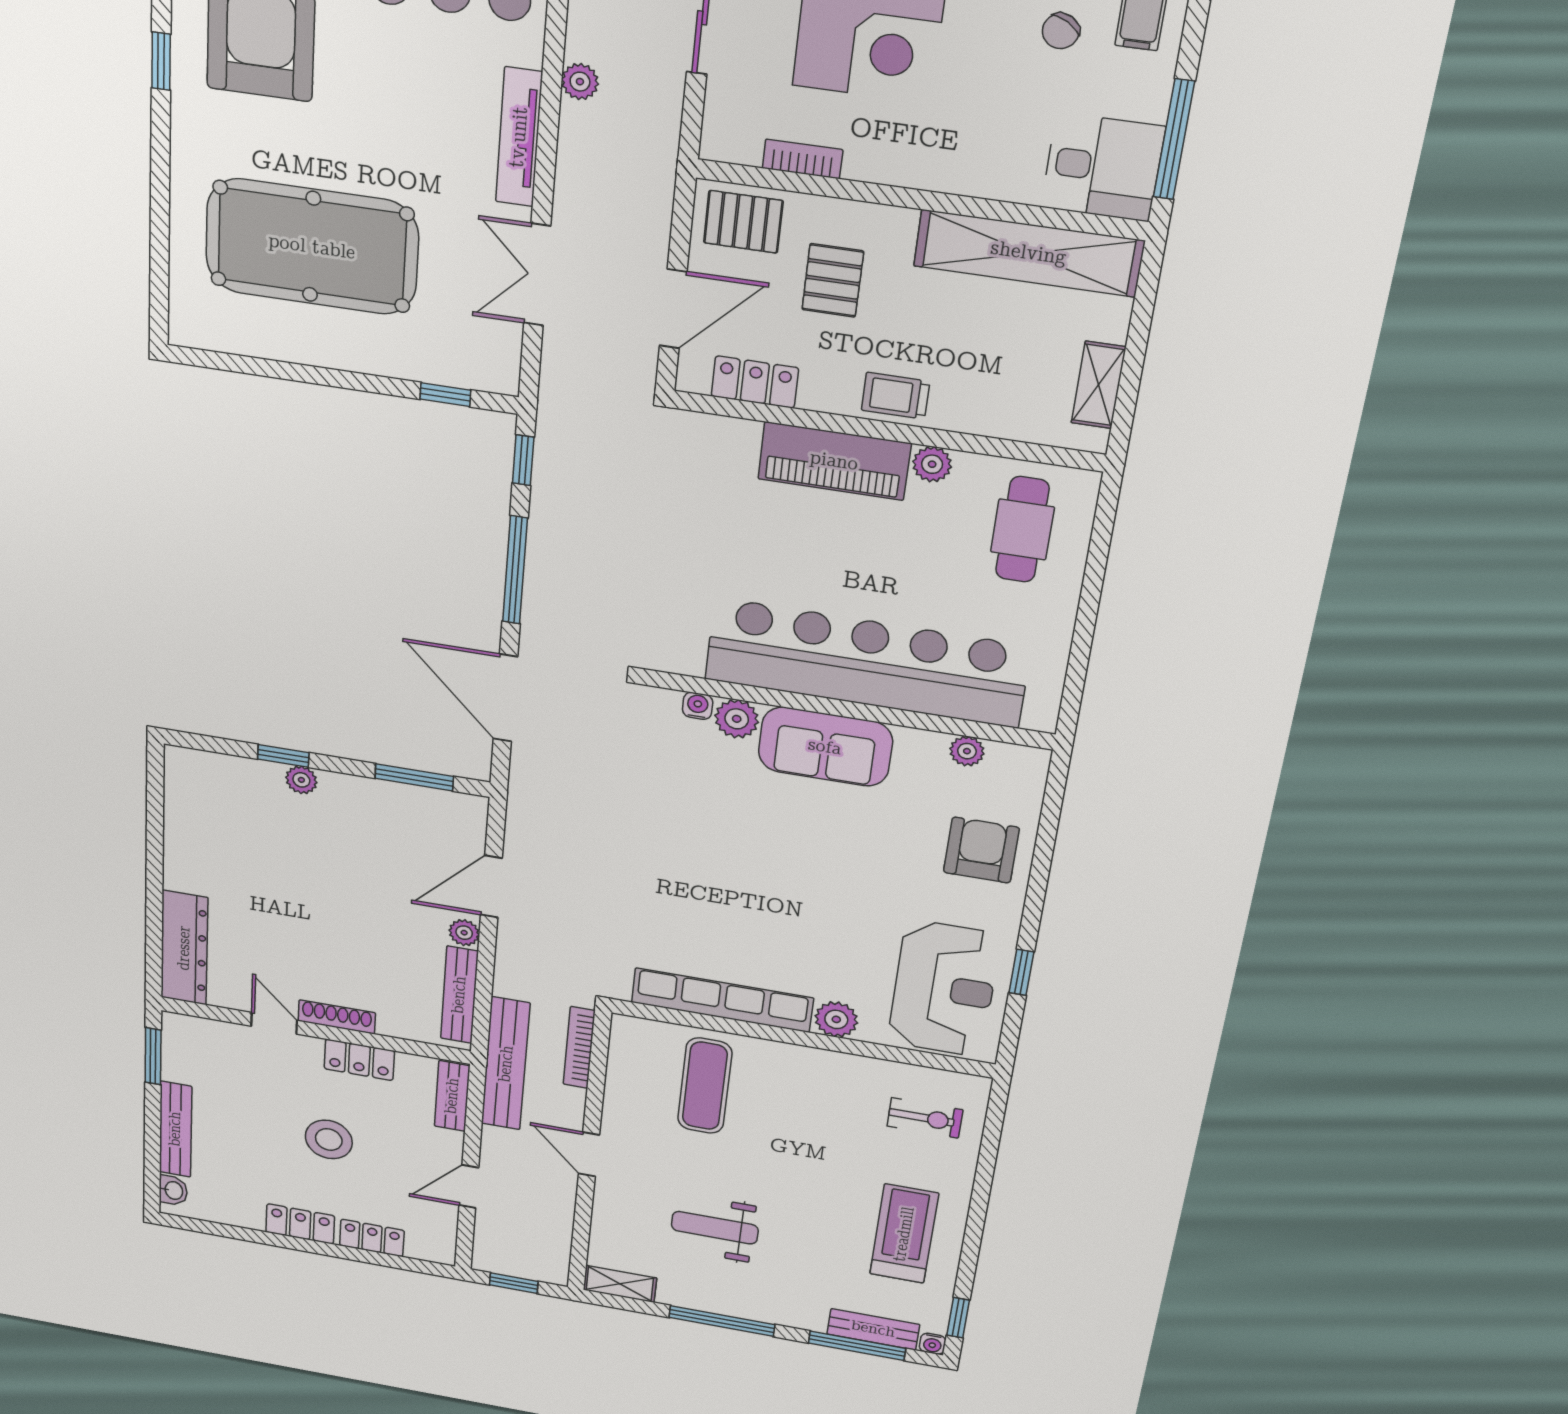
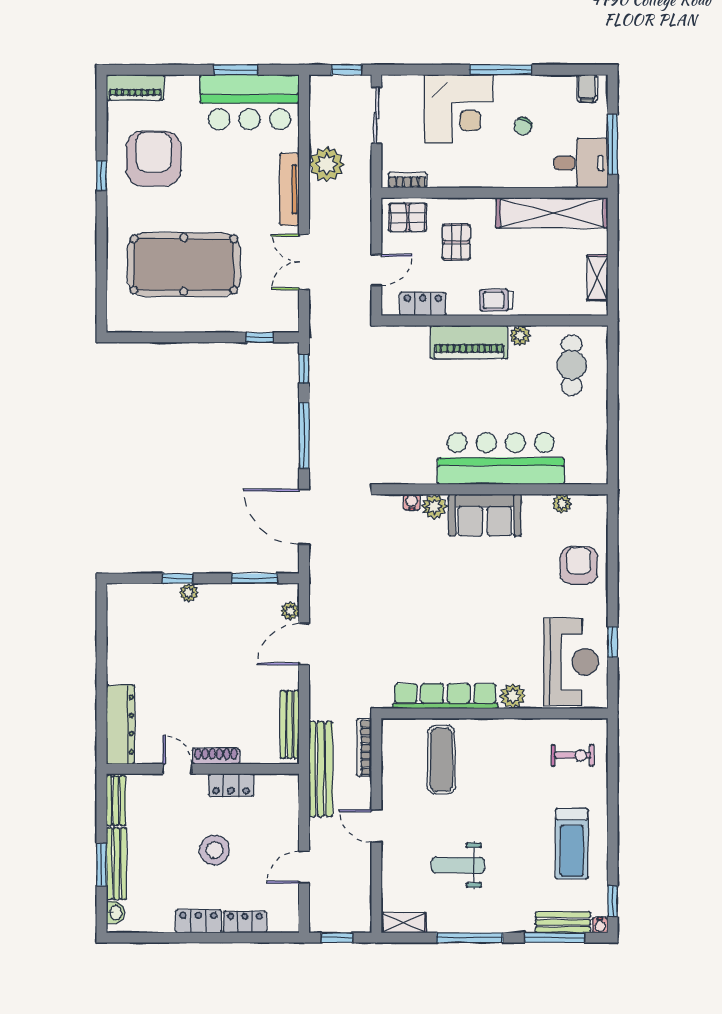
chair: (1061, 31) -> (523, 126), moved
plant: (580, 82) -> (327, 164), width x1.87, depth x1.87
bookcase: (803, 159) -> (407, 180), moved
door: (673, 309) -> (376, 270), width x0.73
bar counter: (867, 663) -> (501, 459), width x0.73
plant: (464, 933) -> (290, 611), moved
window: (153, 1056) -> (102, 865), moved
bench: (452, 1096) -> (116, 801), moved
treadmill: (904, 1234) -> (572, 844), turned 180

